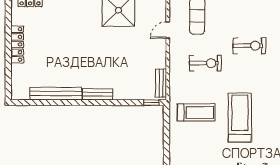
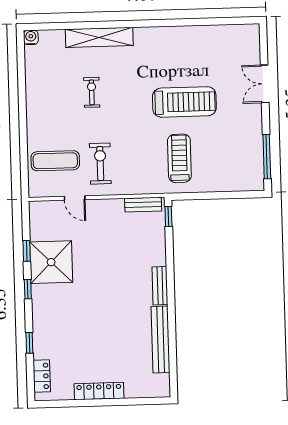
exercise bike: (250, 46) -> (92, 92), width x0.73, depth x0.72
exercise bike: (205, 63) -> (100, 164), moved
treadmill: (240, 118) -> (184, 102), turned 180

